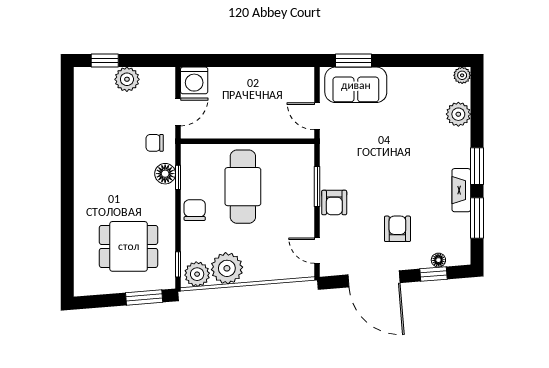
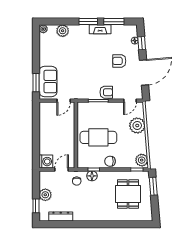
dresser: (83, 111) -> (61, 216), added
door: (178, 112) -> (61, 169), hinge flipped
plant: (227, 268) -> (137, 125), moved

